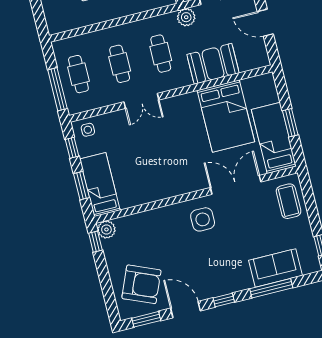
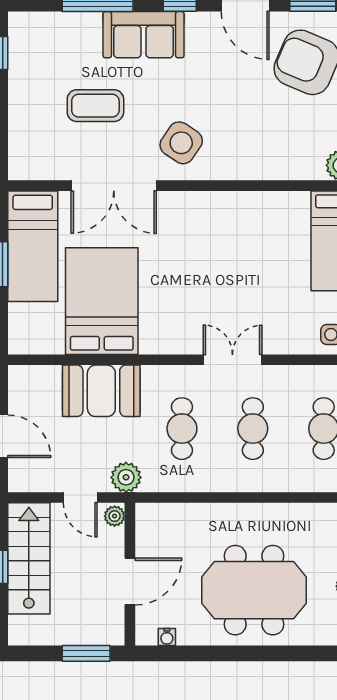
coffee table: (289, 201) -> (95, 106), moved, turned 90
side table: (203, 219) -> (181, 143), turned 34
sofa: (276, 268) -> (144, 35), moved

